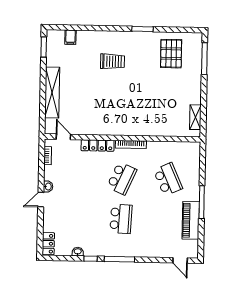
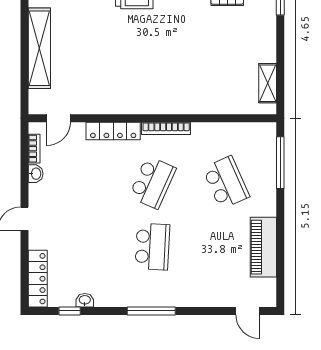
door: (63, 137) -> (59, 118), swing flipped
washbasin: (48, 186) -> (36, 174), moved
window: (202, 202) -> (280, 163), moved
locker: (48, 244) -> (38, 279), width x1.53
window: (91, 259) -> (70, 311), moved

